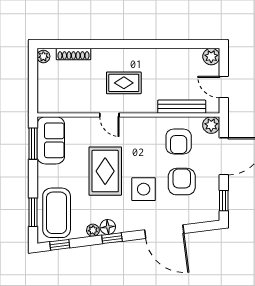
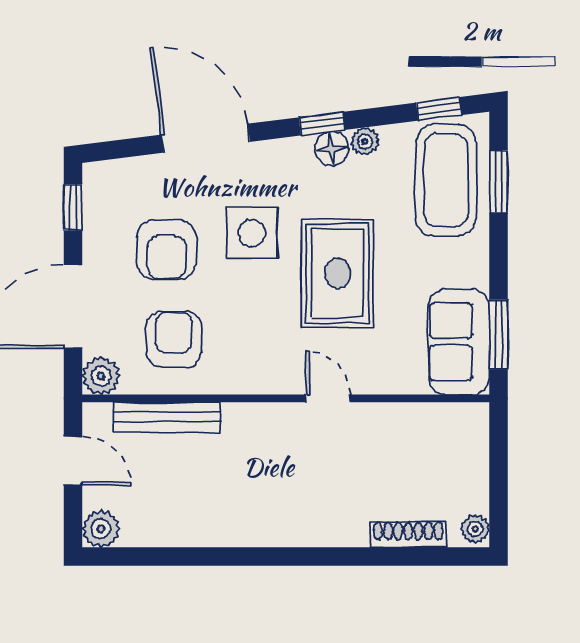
rug: (124, 83) -> (296, 470), removed

